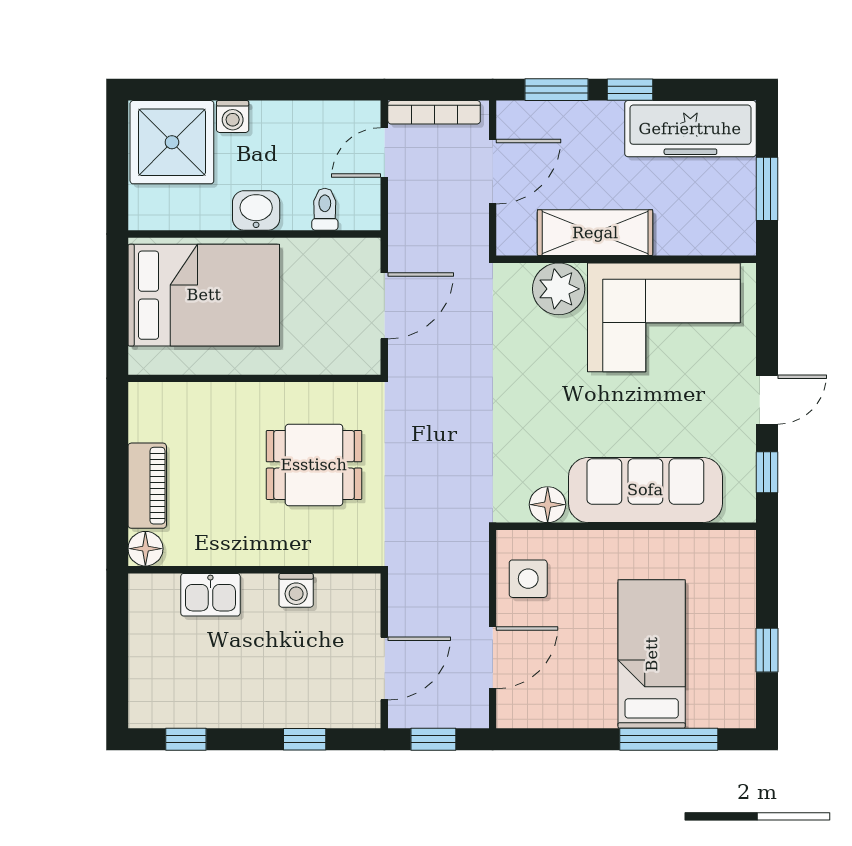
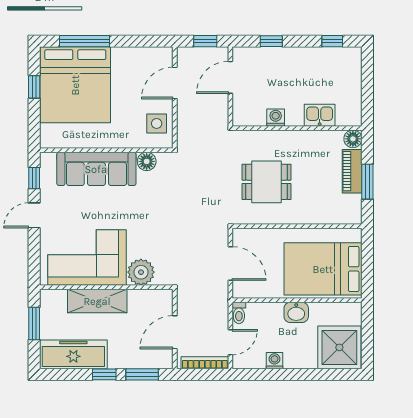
washing machine: (233, 117) -> (274, 361), moved
toilet: (325, 209) -> (239, 313), moved
shelving: (595, 233) -> (97, 301), moved
door: (384, 306) -> (230, 263), swing flipped
window: (117, 465) -> (367, 182), added
bed: (652, 654) -> (75, 85), width x2.04

